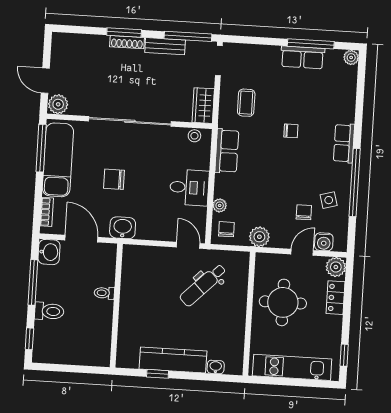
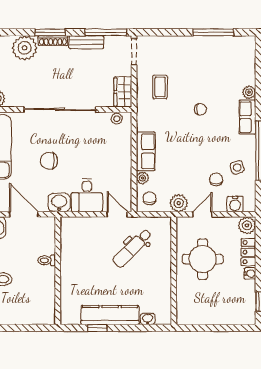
plant: (94, 48) -> (25, 48), added
row of seats: (303, 57) -> (207, 45), removed
plant: (351, 57) -> (249, 92), moved
row of seats: (227, 151) -> (146, 151), moved
desk: (189, 187) -> (87, 195), moved, turned 90
door: (302, 252) -> (202, 214), moved
water cooler: (336, 322) -> (250, 274), added
kitchen unit: (292, 367) -> (214, 315), removed

